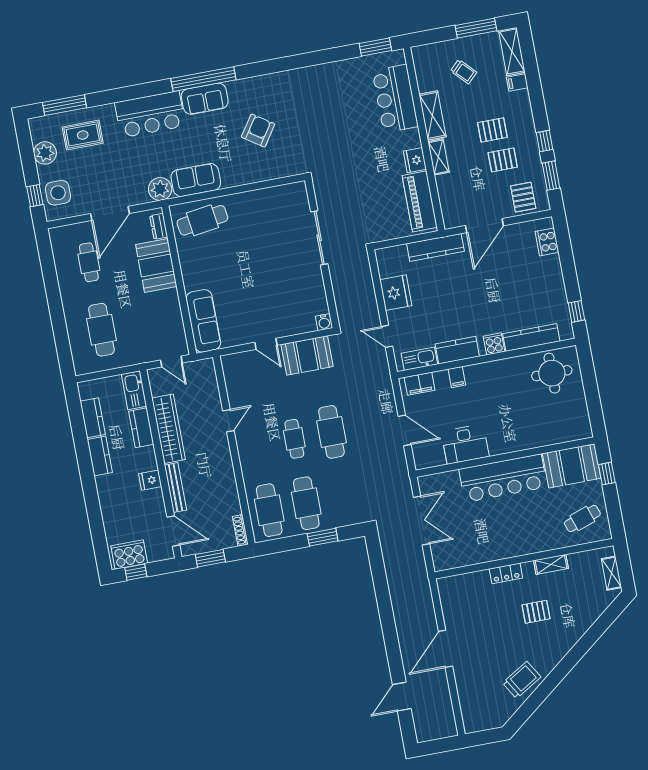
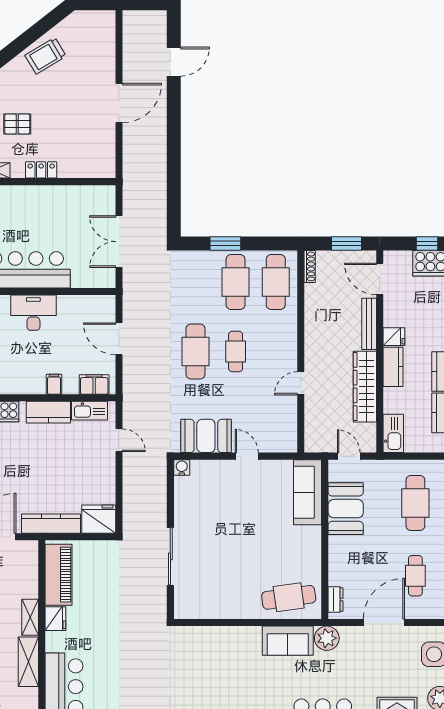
armchair: (258, 130) -> (213, 680), removed
booth: (156, 266) -> (346, 509), moved
fridge: (396, 293) -> (99, 519), moved, turned 90
kitchen counter: (141, 428) -> (393, 367), moved
desk: (465, 444) -> (33, 313), moved

